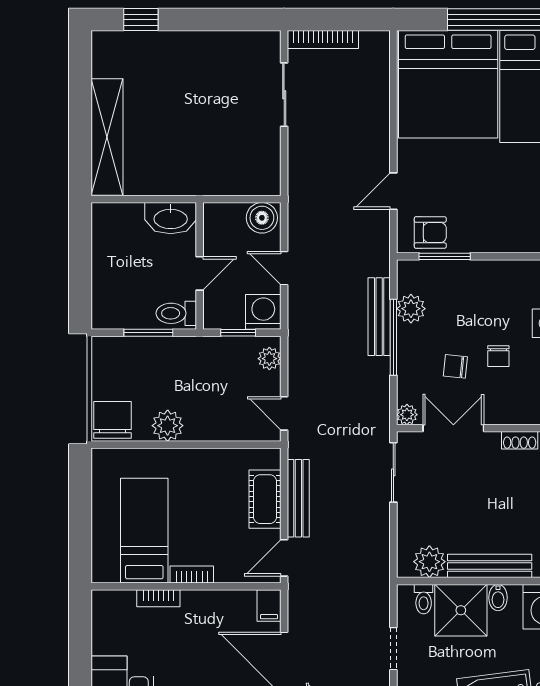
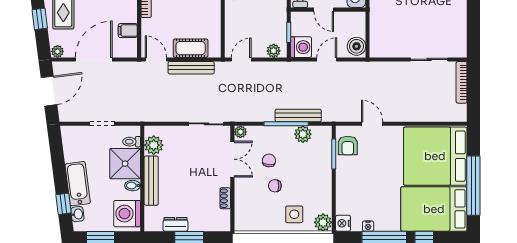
filing cabinet: (269, 606) -> (128, 31), moved

